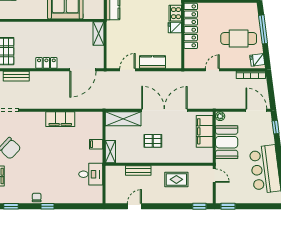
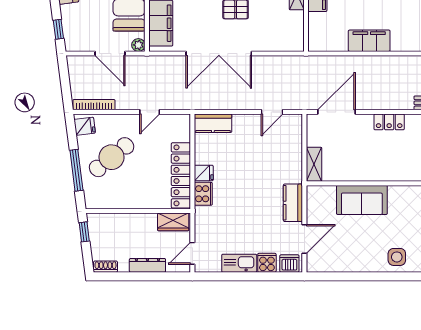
cafe table: (239, 39) -> (112, 157), turned -39
kitchen counter: (152, 62) -> (213, 123), moved
door: (256, 110) -> (110, 53), moved
shelving: (123, 119) -> (278, 41), removed

